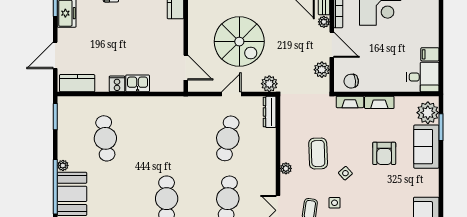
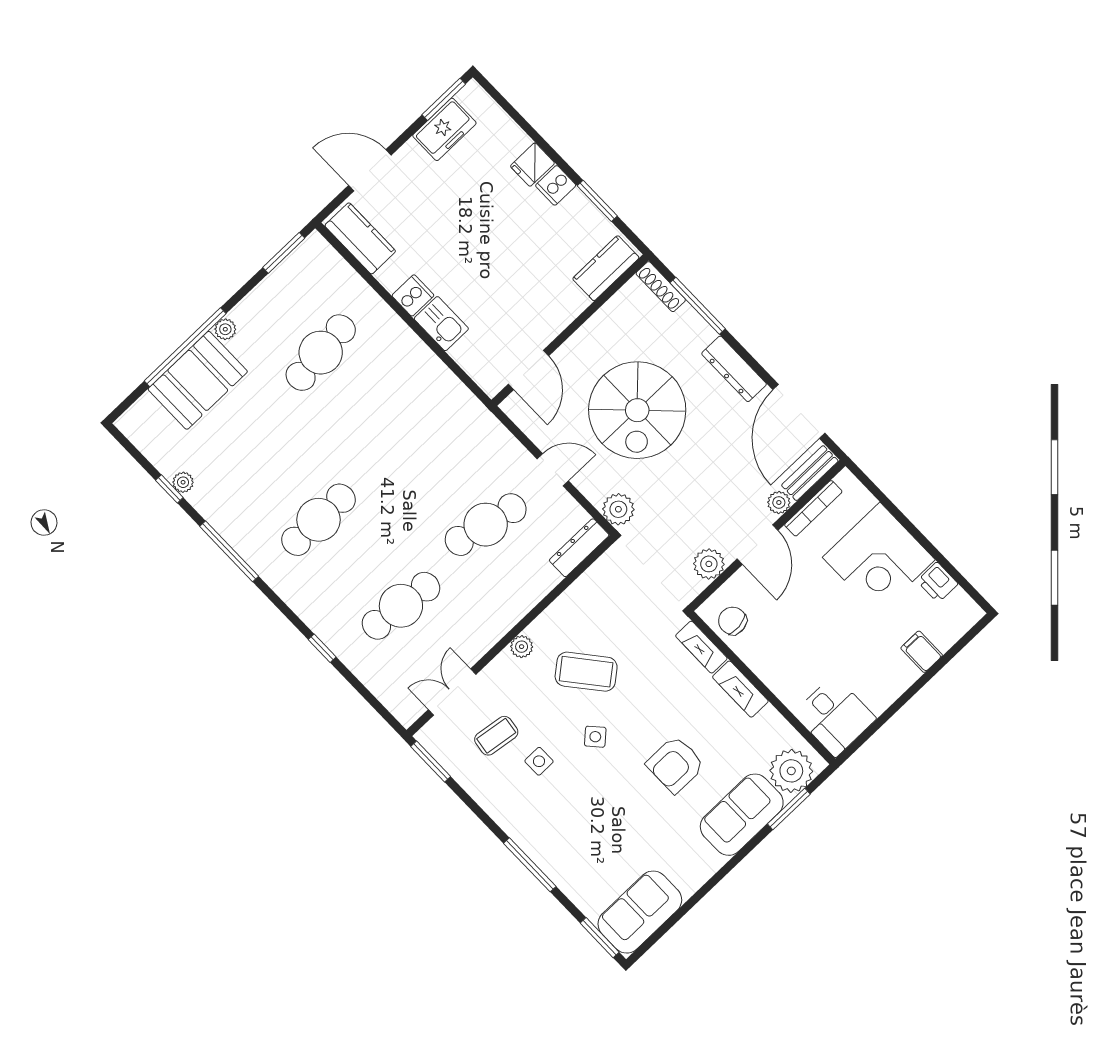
filing cabinet: (430, 54) -> (922, 652), moved
coffee table: (318, 153) -> (586, 672), turned 53

